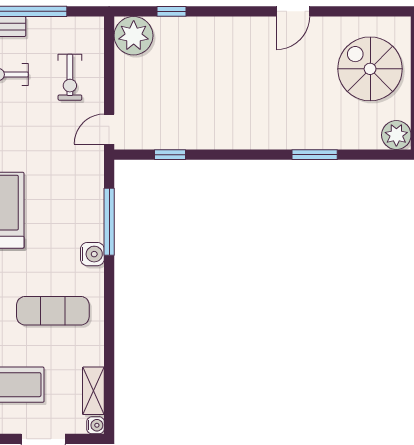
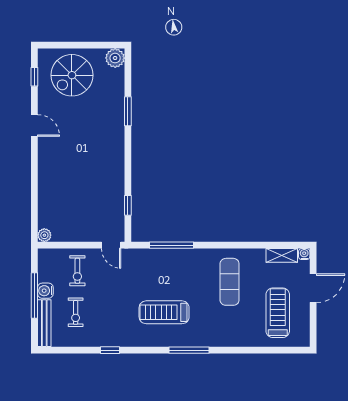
window: (172, 11) -> (34, 77), moved
plant: (134, 36) -> (44, 235), width x0.53, depth x0.53
exercise bike: (70, 77) -> (77, 271), turned 90
water cooler: (92, 254) -> (45, 291), moved, turned -90

